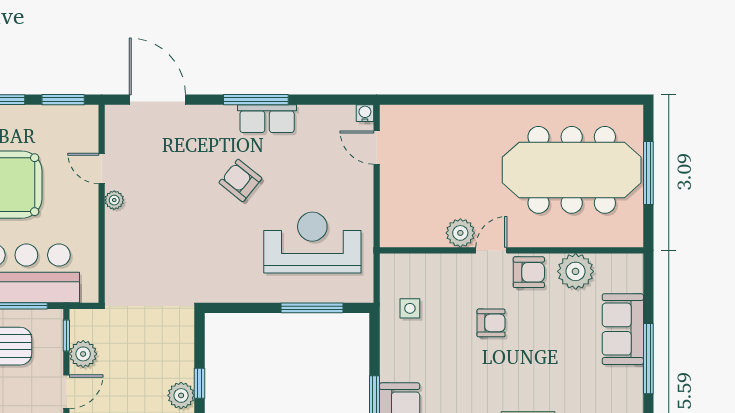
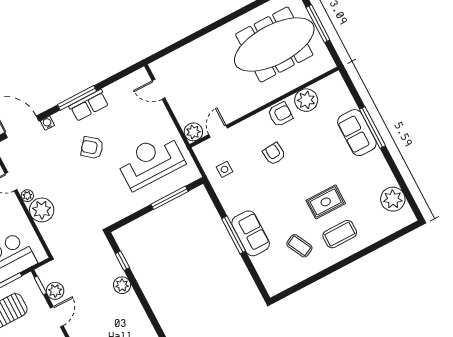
water cooler: (365, 113) -> (47, 123), moved
plant: (124, 231) -> (42, 210), added
plant: (460, 233) -> (193, 132), moved
door: (491, 250) -> (218, 131), moved
armchair: (491, 323) -> (274, 154), turned -95
sofa: (623, 329) -> (357, 133), moved
window: (200, 383) -> (122, 261), moved

